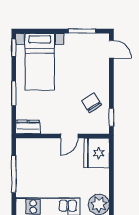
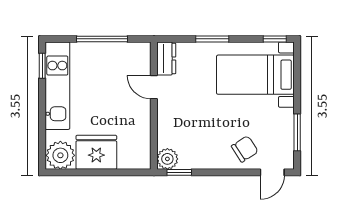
chair: (92, 103) -> (245, 149), moved
plant: (101, 126) -> (167, 159), added
door: (69, 136) -> (154, 87), moved
fridge: (97, 153) -> (96, 152), moved

